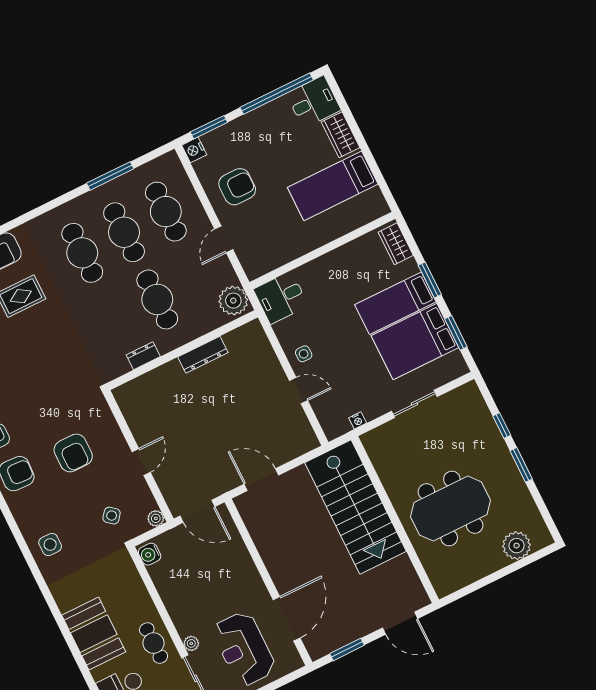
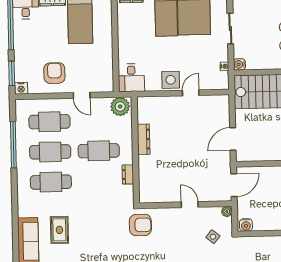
window: (110, 176) -> (13, 145), width x1.46
side table: (304, 354) -> (171, 80), width x1.87, depth x1.87
water cooler: (370, 440) -> (239, 64), added
armchair: (73, 453) -> (140, 225), moved

